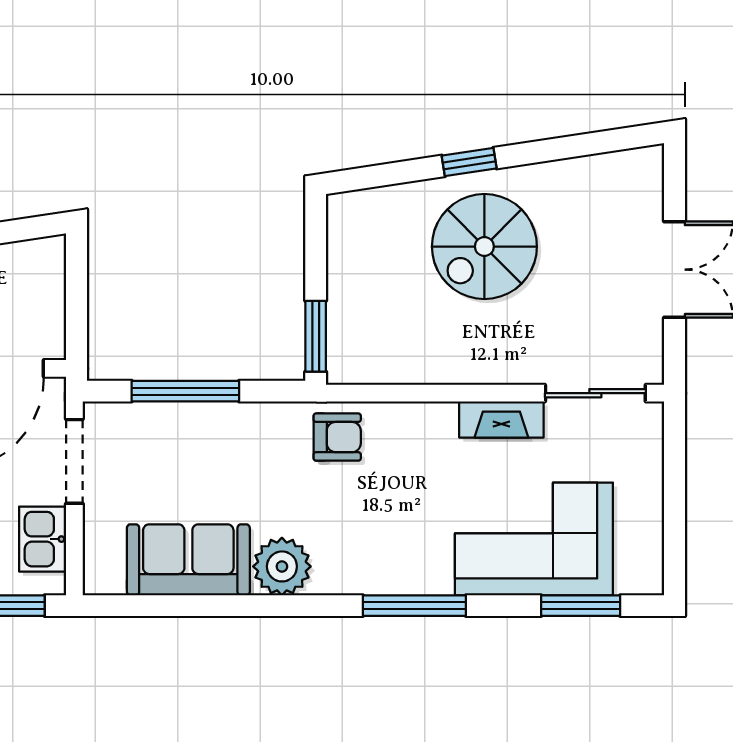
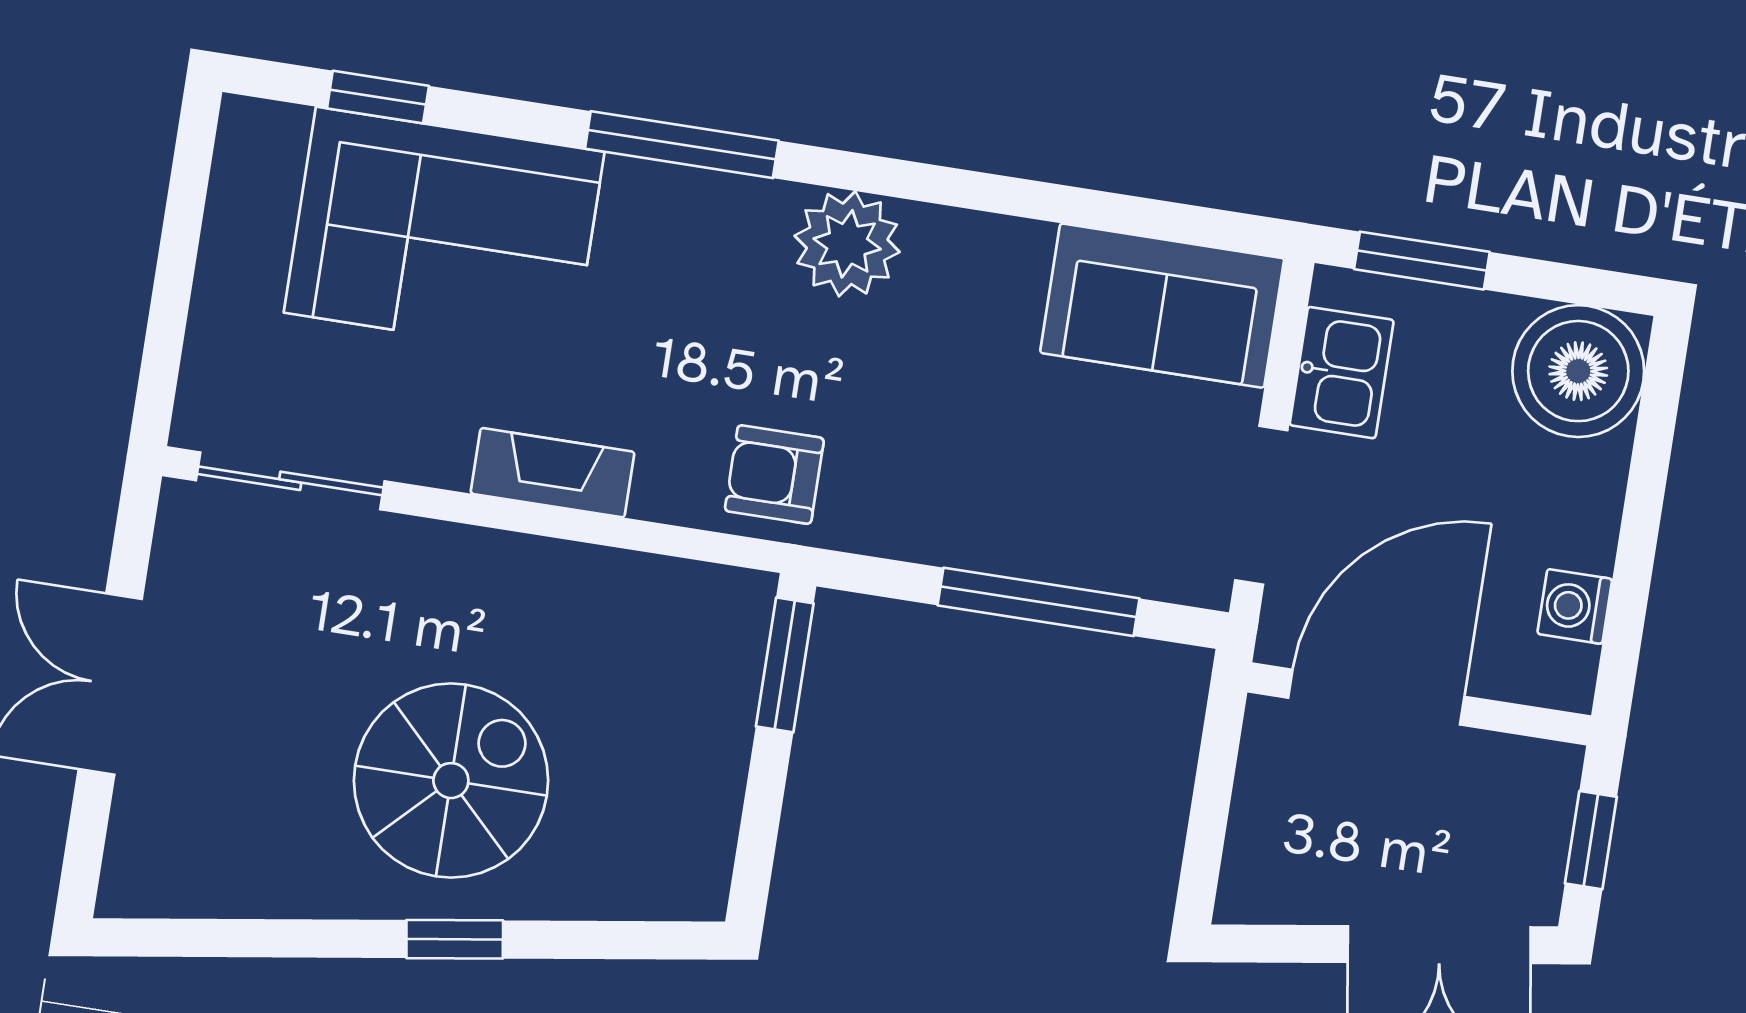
fireplace: (501, 420) -> (552, 473), moved
sofa: (188, 560) -> (1162, 306), moved
plant: (282, 566) -> (847, 244), moved
window: (581, 606) -> (378, 97), width x0.67

